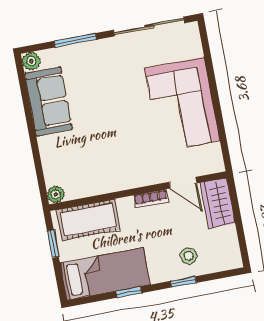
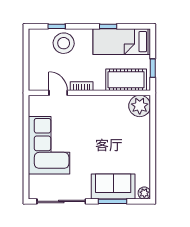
sofa: (49, 101) -> (113, 187), moved, turned 90
plant: (56, 194) -> (140, 106), width x1.88, depth x1.88
wardrobe: (218, 203) -> (37, 75), removed
stool: (189, 256) -> (64, 43), width x1.89, depth x1.89
window: (183, 282) -> (57, 26), moved

